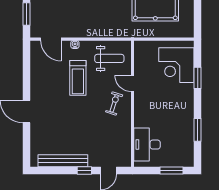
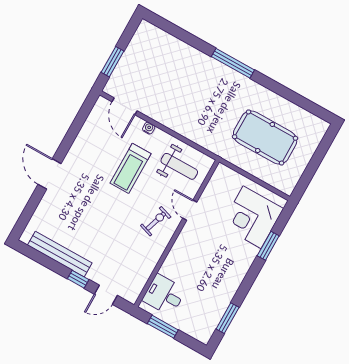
window: (198, 130) -> (228, 318), moved
desk: (147, 145) -> (164, 295), width x0.73
window: (172, 171) -> (163, 327), moved

